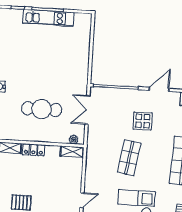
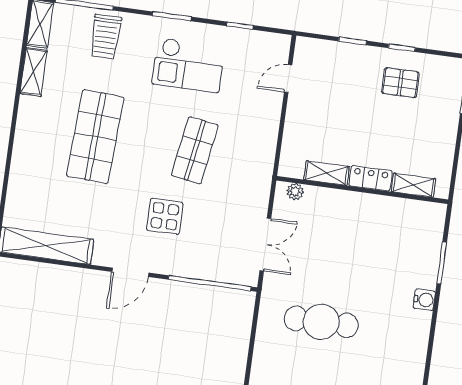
cafe table: (42, 109) -> (321, 322), moved
shelving: (72, 152) -> (327, 173), moved

